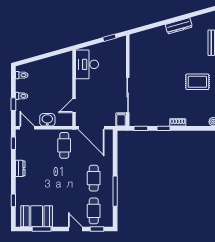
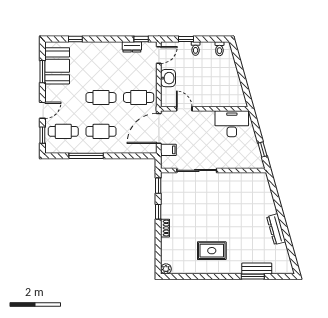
rug: (197, 82) -> (212, 251), turned 90
filing cabinet: (121, 120) -> (168, 150), moved
dresser: (20, 168) -> (132, 47), moved
cafe table: (64, 178) -> (101, 97), added

